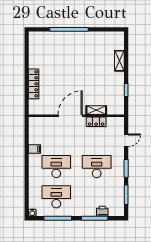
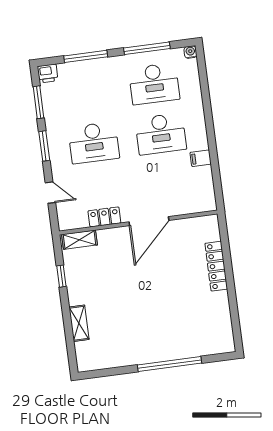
shelving: (96, 110) -> (79, 240), moved
door: (126, 140) -> (50, 193), swing flipped
printer: (102, 211) -> (48, 73), moved

